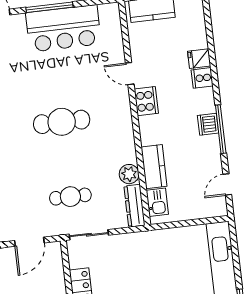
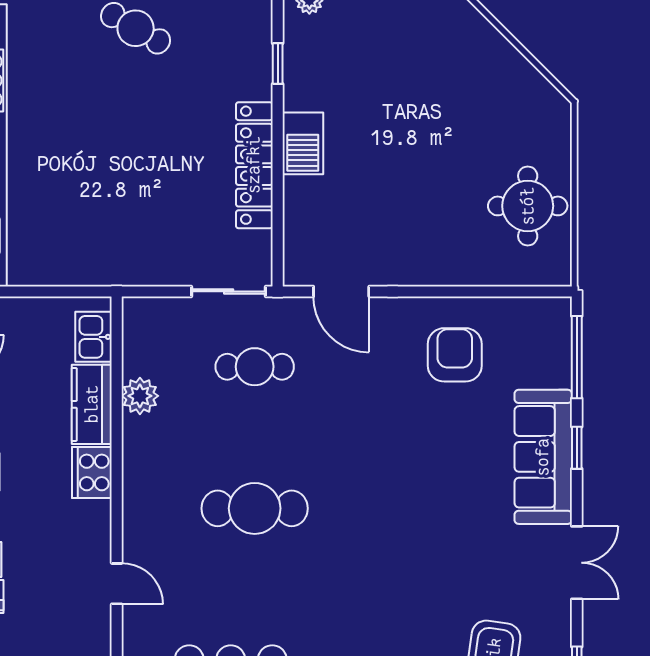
cooker: (146, 101) -> (92, 472), moved
dresser: (134, 206) -> (137, 336), removed
door: (29, 242) -> (341, 291), swing flipped

